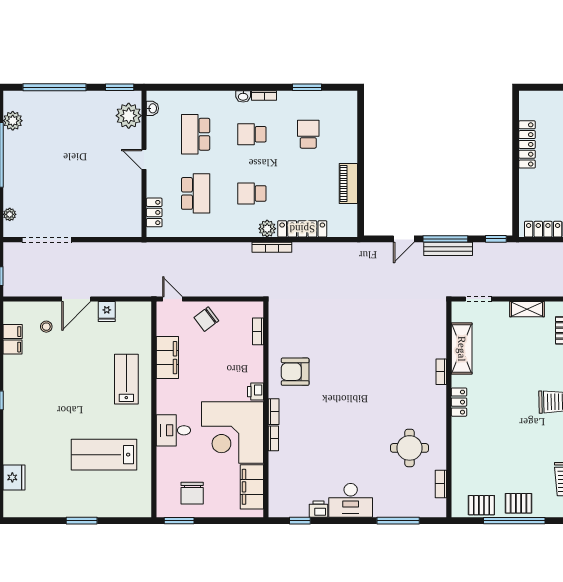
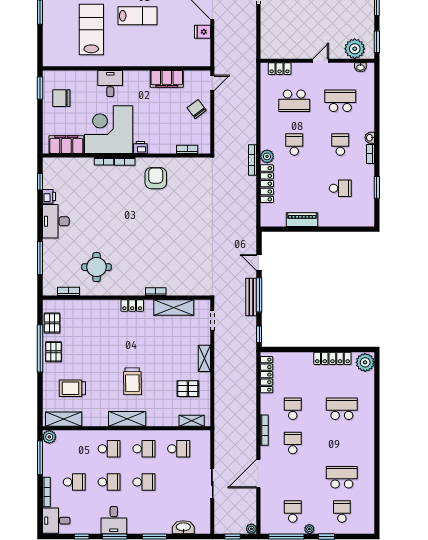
plant: (532, 102) -> (365, 362), added
lab bench: (126, 379) -> (137, 16), moved

